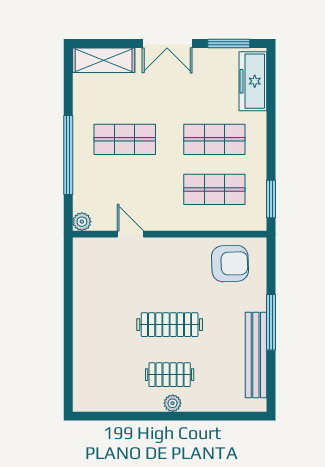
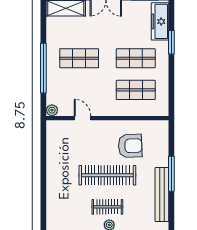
window: (271, 199) -> (171, 42), moved
armchair: (230, 264) -> (130, 146), moved
clothes rail: (170, 325) -> (107, 175), width x1.37, depth x1.31

